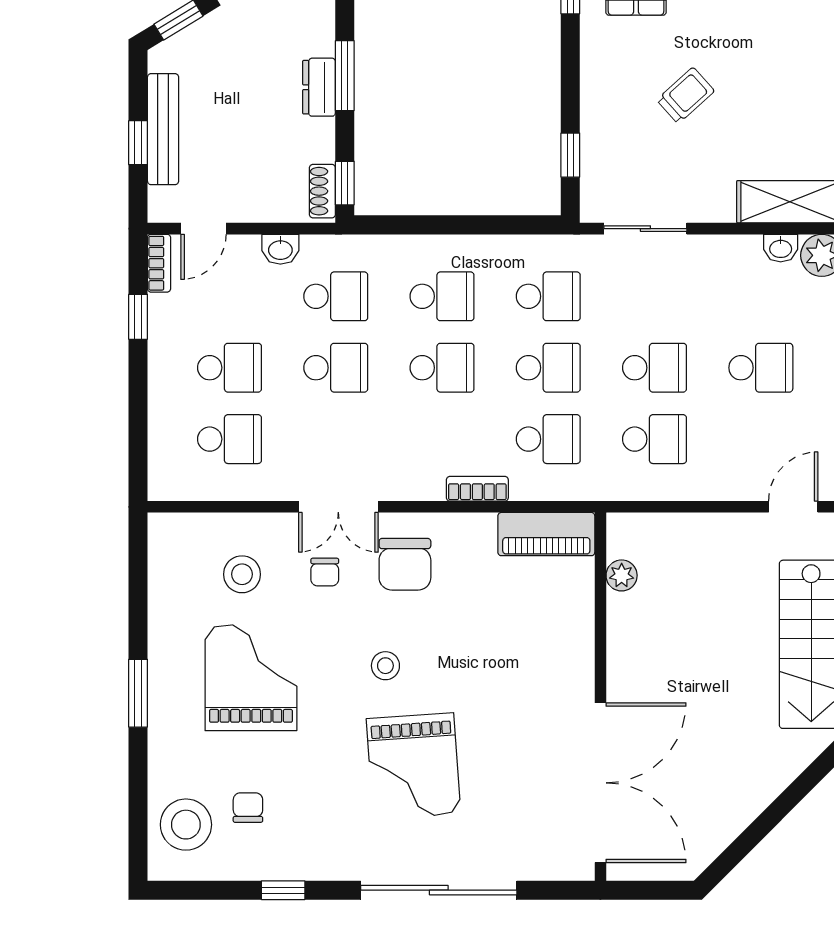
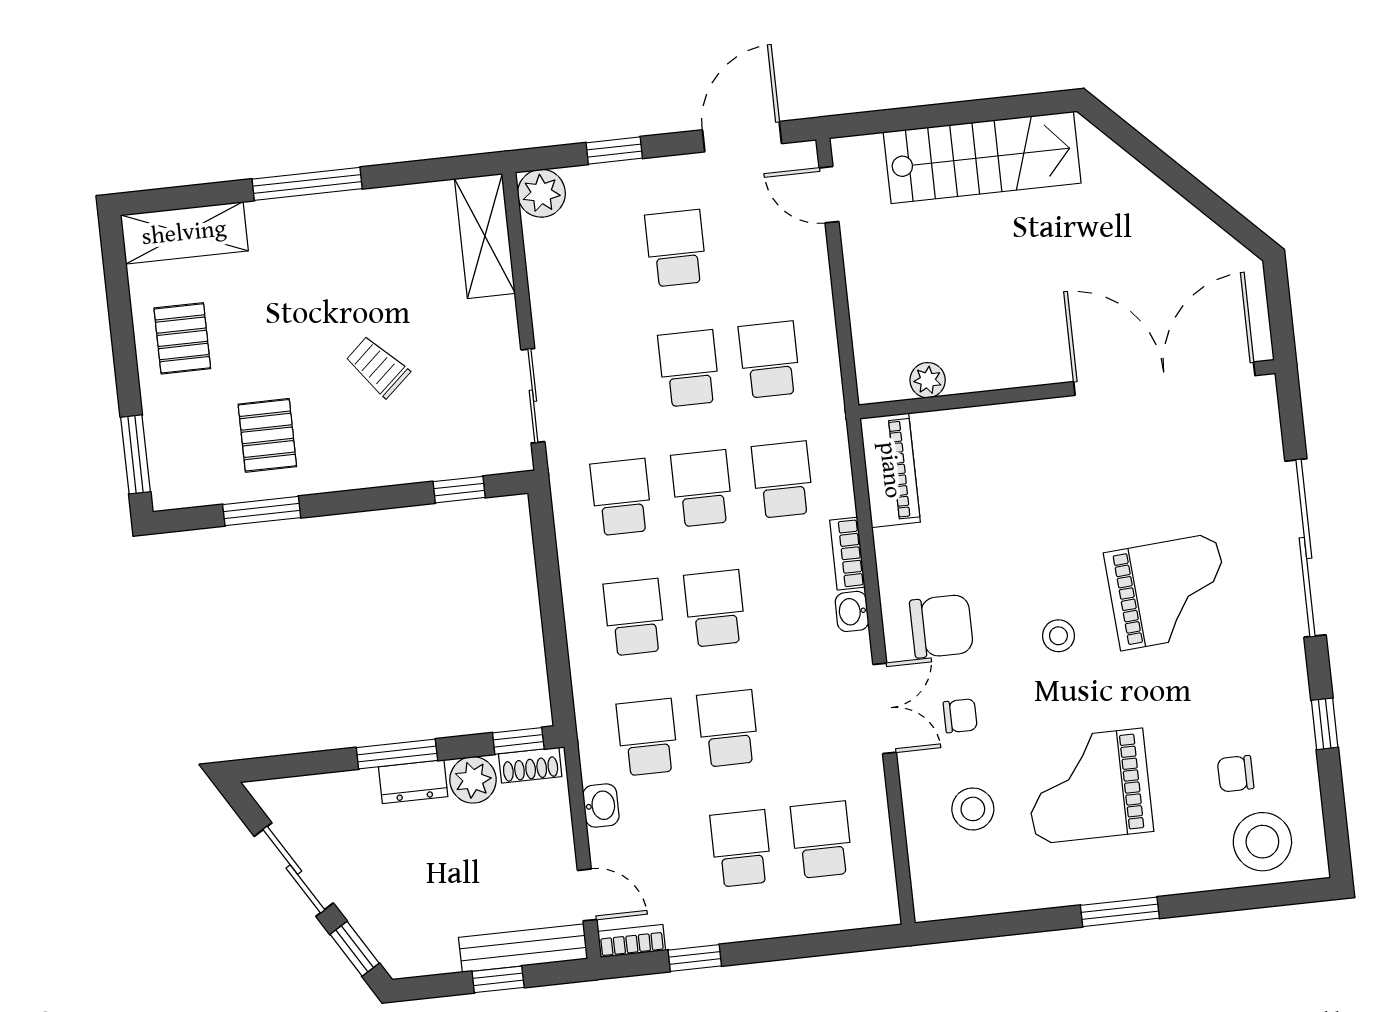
bench: (163, 129) -> (523, 948), moved
plant: (315, 140) -> (473, 780), added
washbasin: (781, 248) -> (852, 611), moved, turned 180

